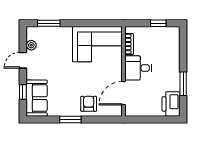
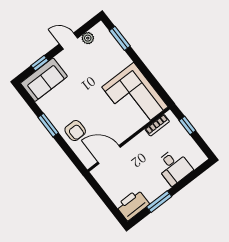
window: (158, 23) -> (187, 126), moved
desk: (138, 68) -> (174, 167), moved, turned 180
armchair: (89, 104) -> (75, 131), turned 90

